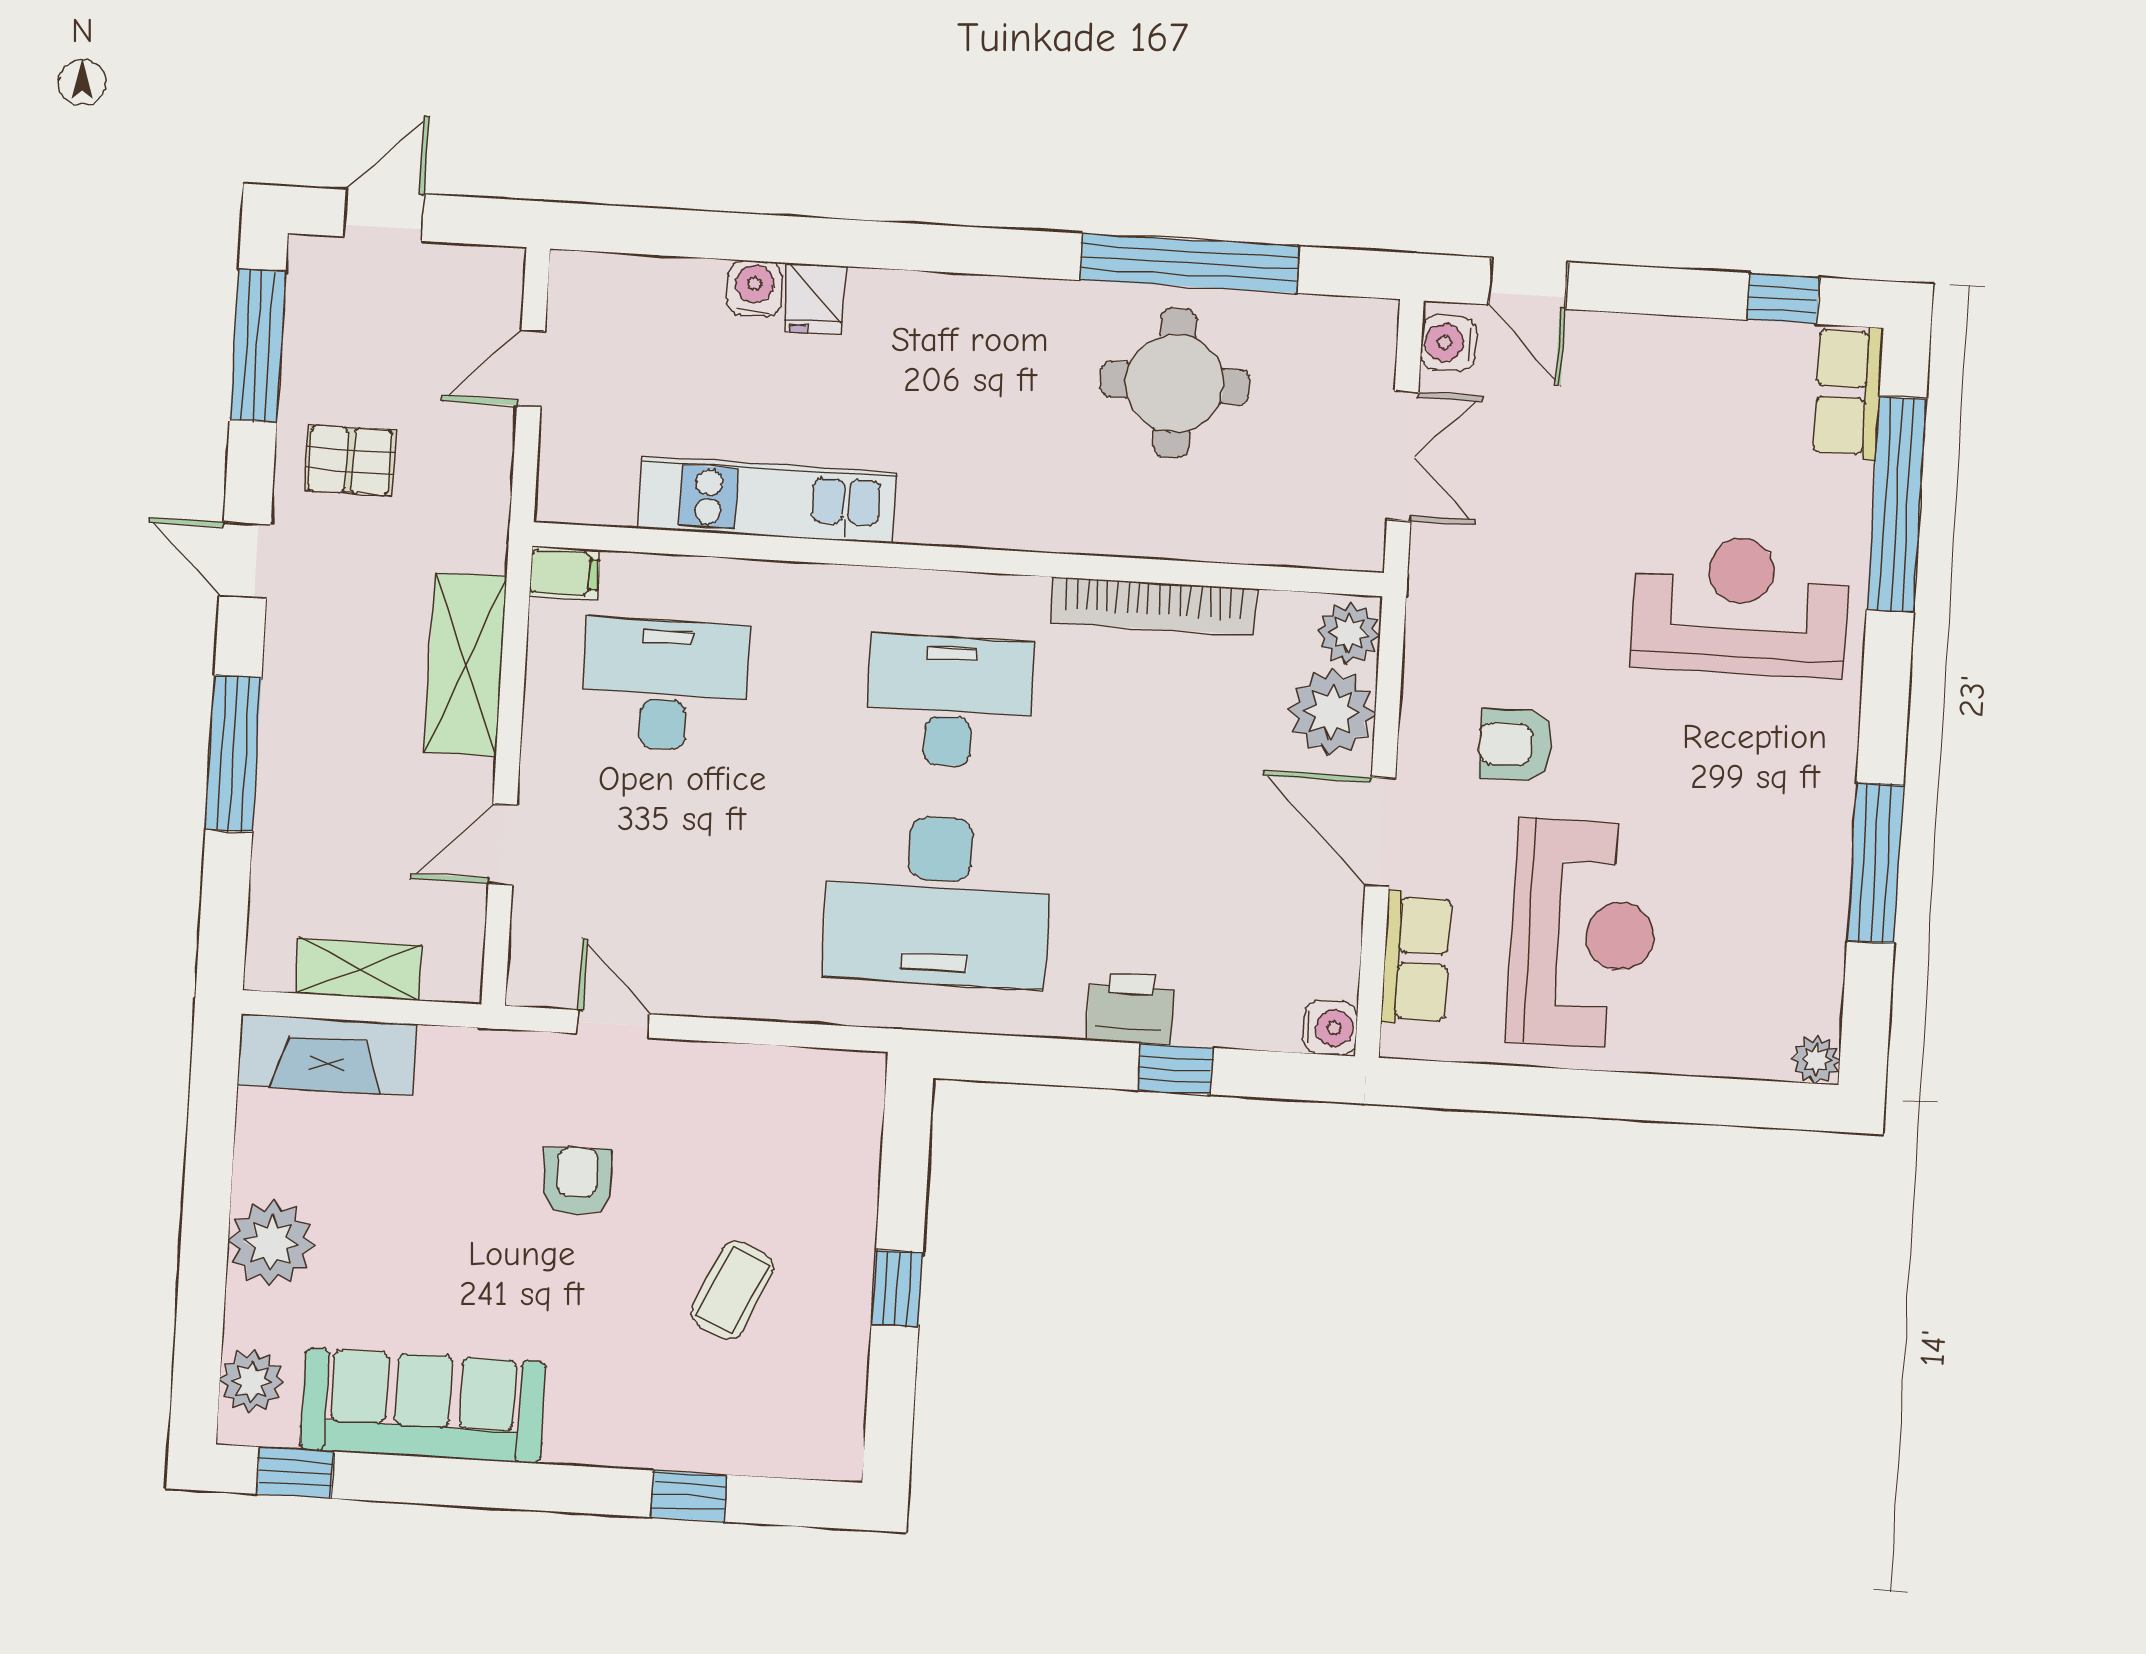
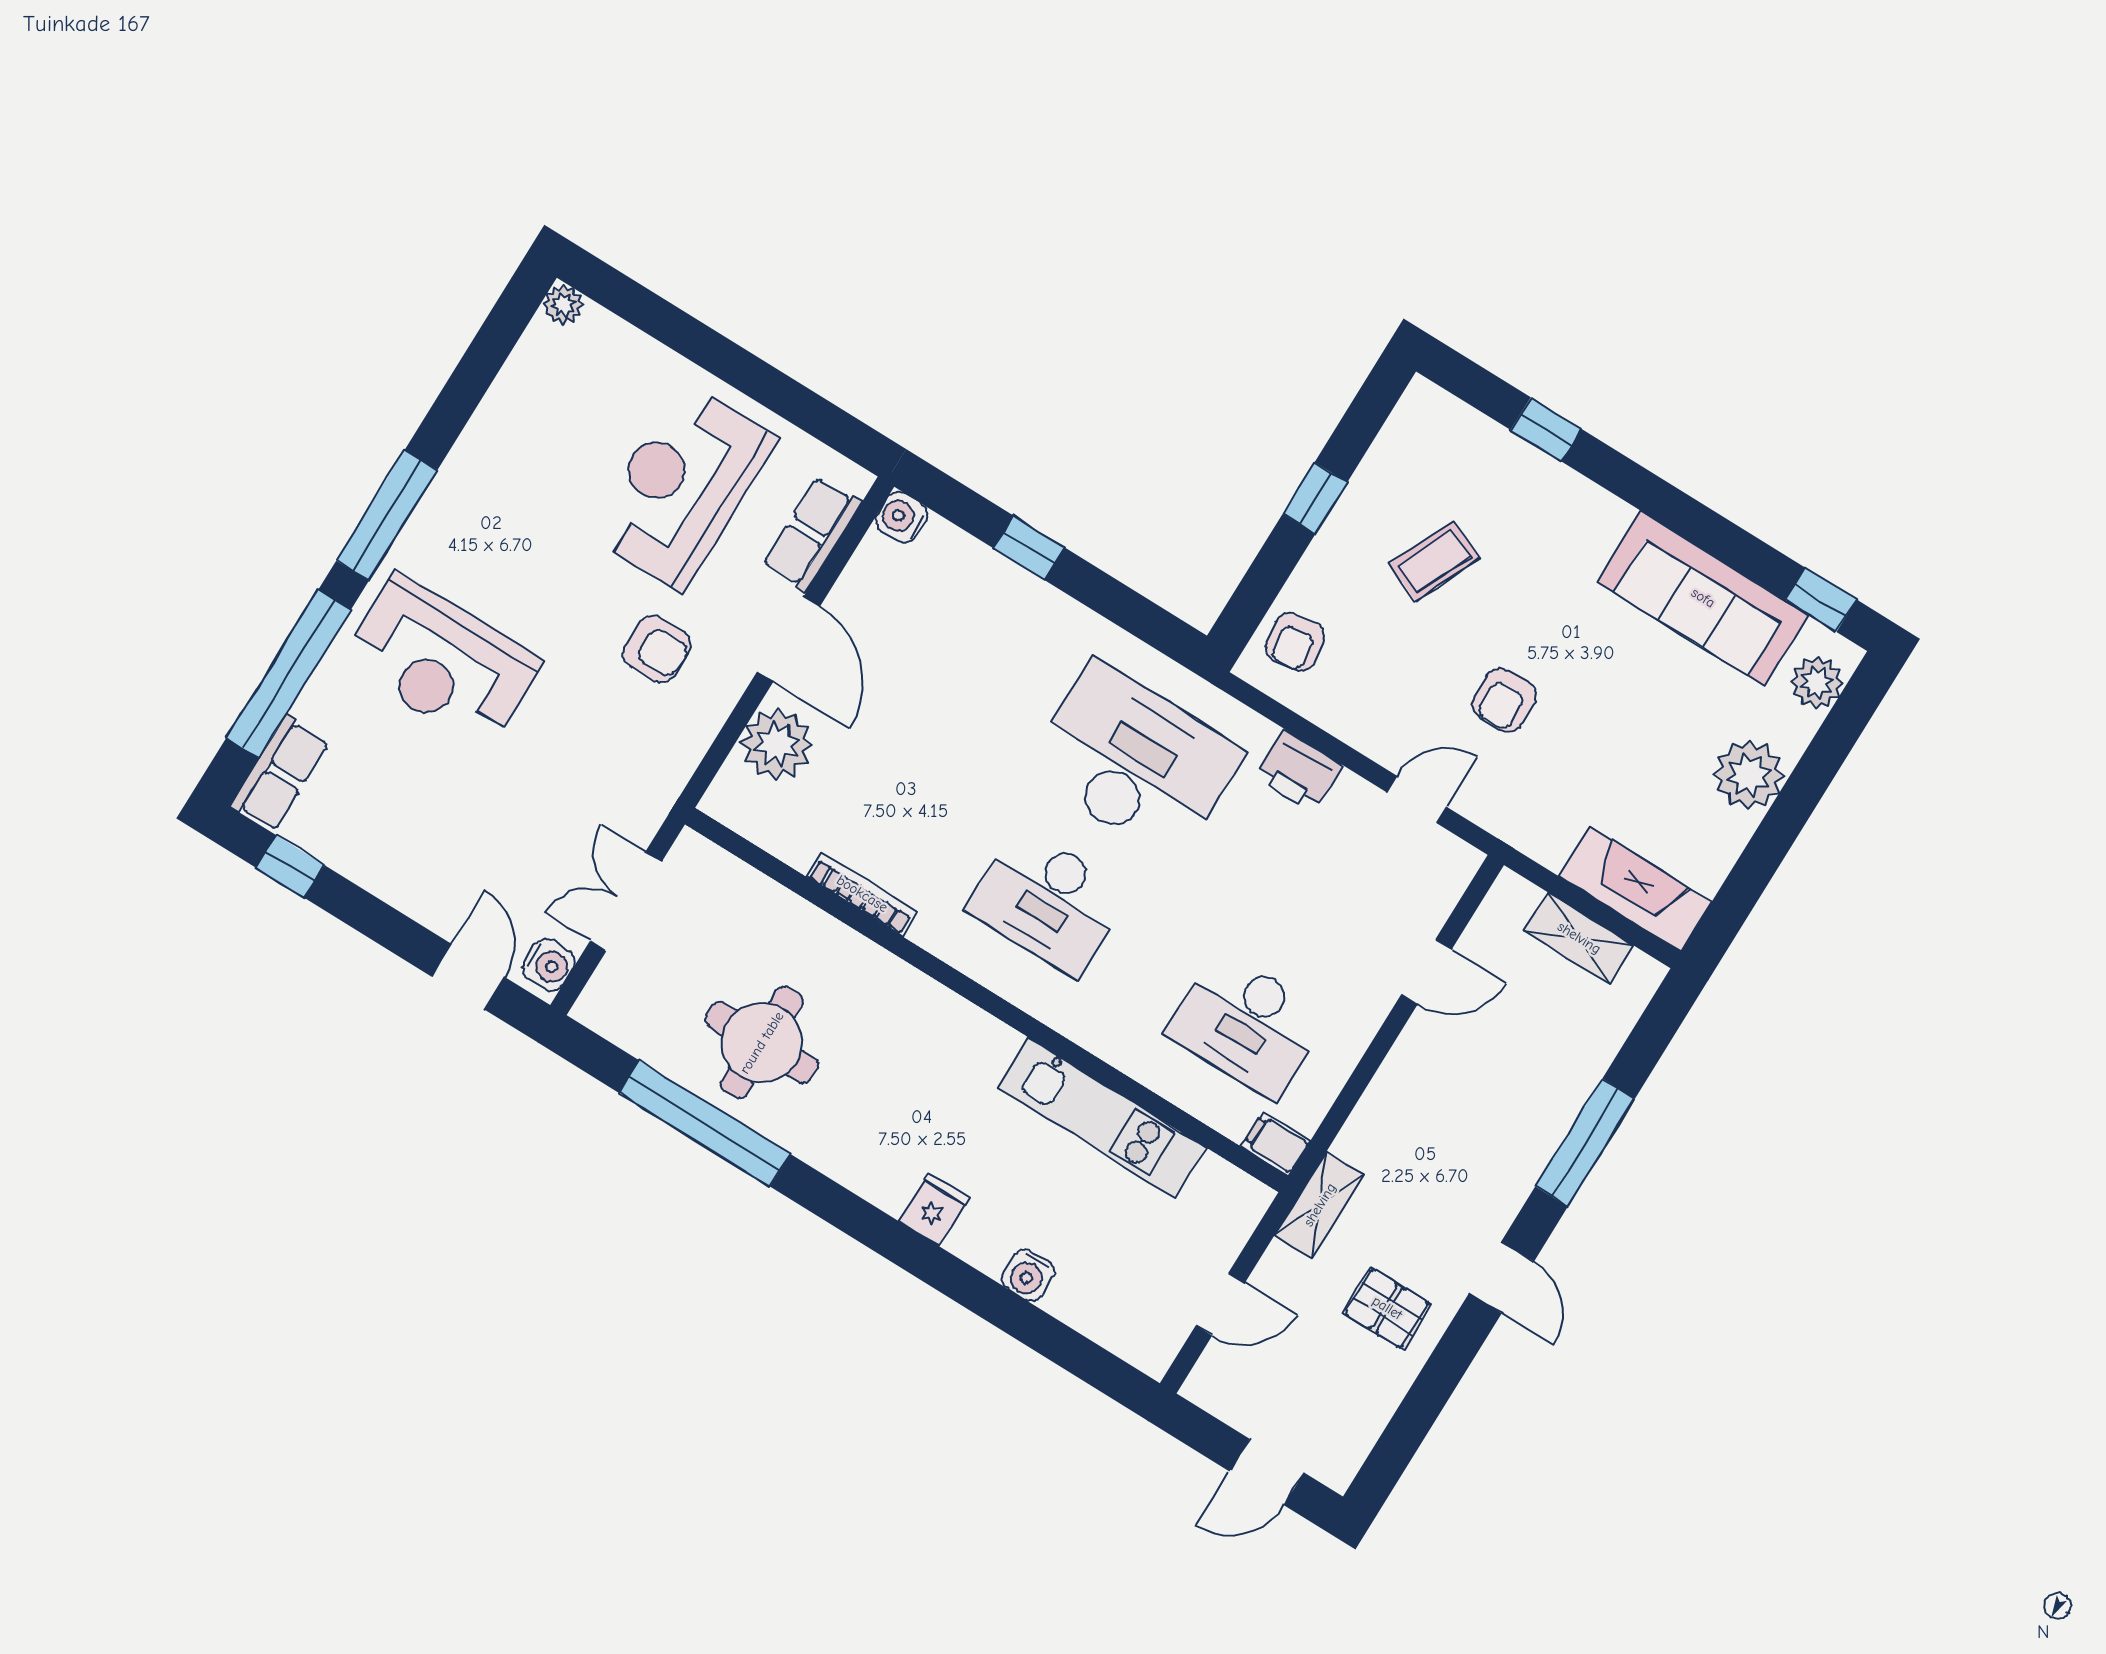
fridge: (815, 299) -> (934, 1210), moved
window: (258, 346) -> (1409, 1427), removed
bookcase: (1153, 606) -> (862, 894), width x0.68, depth x0.76
plant: (1349, 633) -> (734, 794), removed
shelving: (466, 665) -> (1320, 1205), moved, width x0.67, depth x0.75
window: (1875, 863) -> (387, 515), moved
printer: (1130, 1008) -> (1298, 771), moved
door: (613, 1024) -> (1417, 799), swing flipped
armchair: (835, 1122) -> (1295, 642), added

